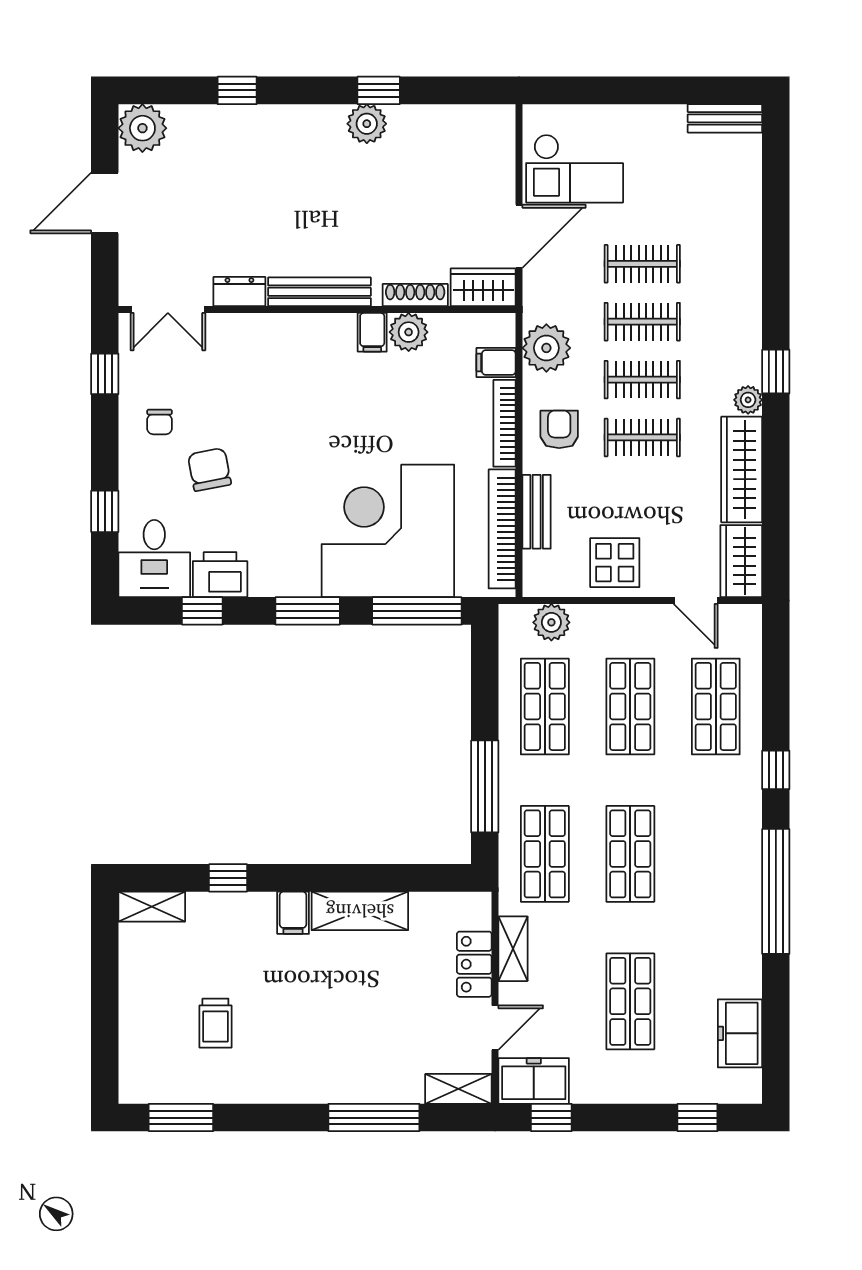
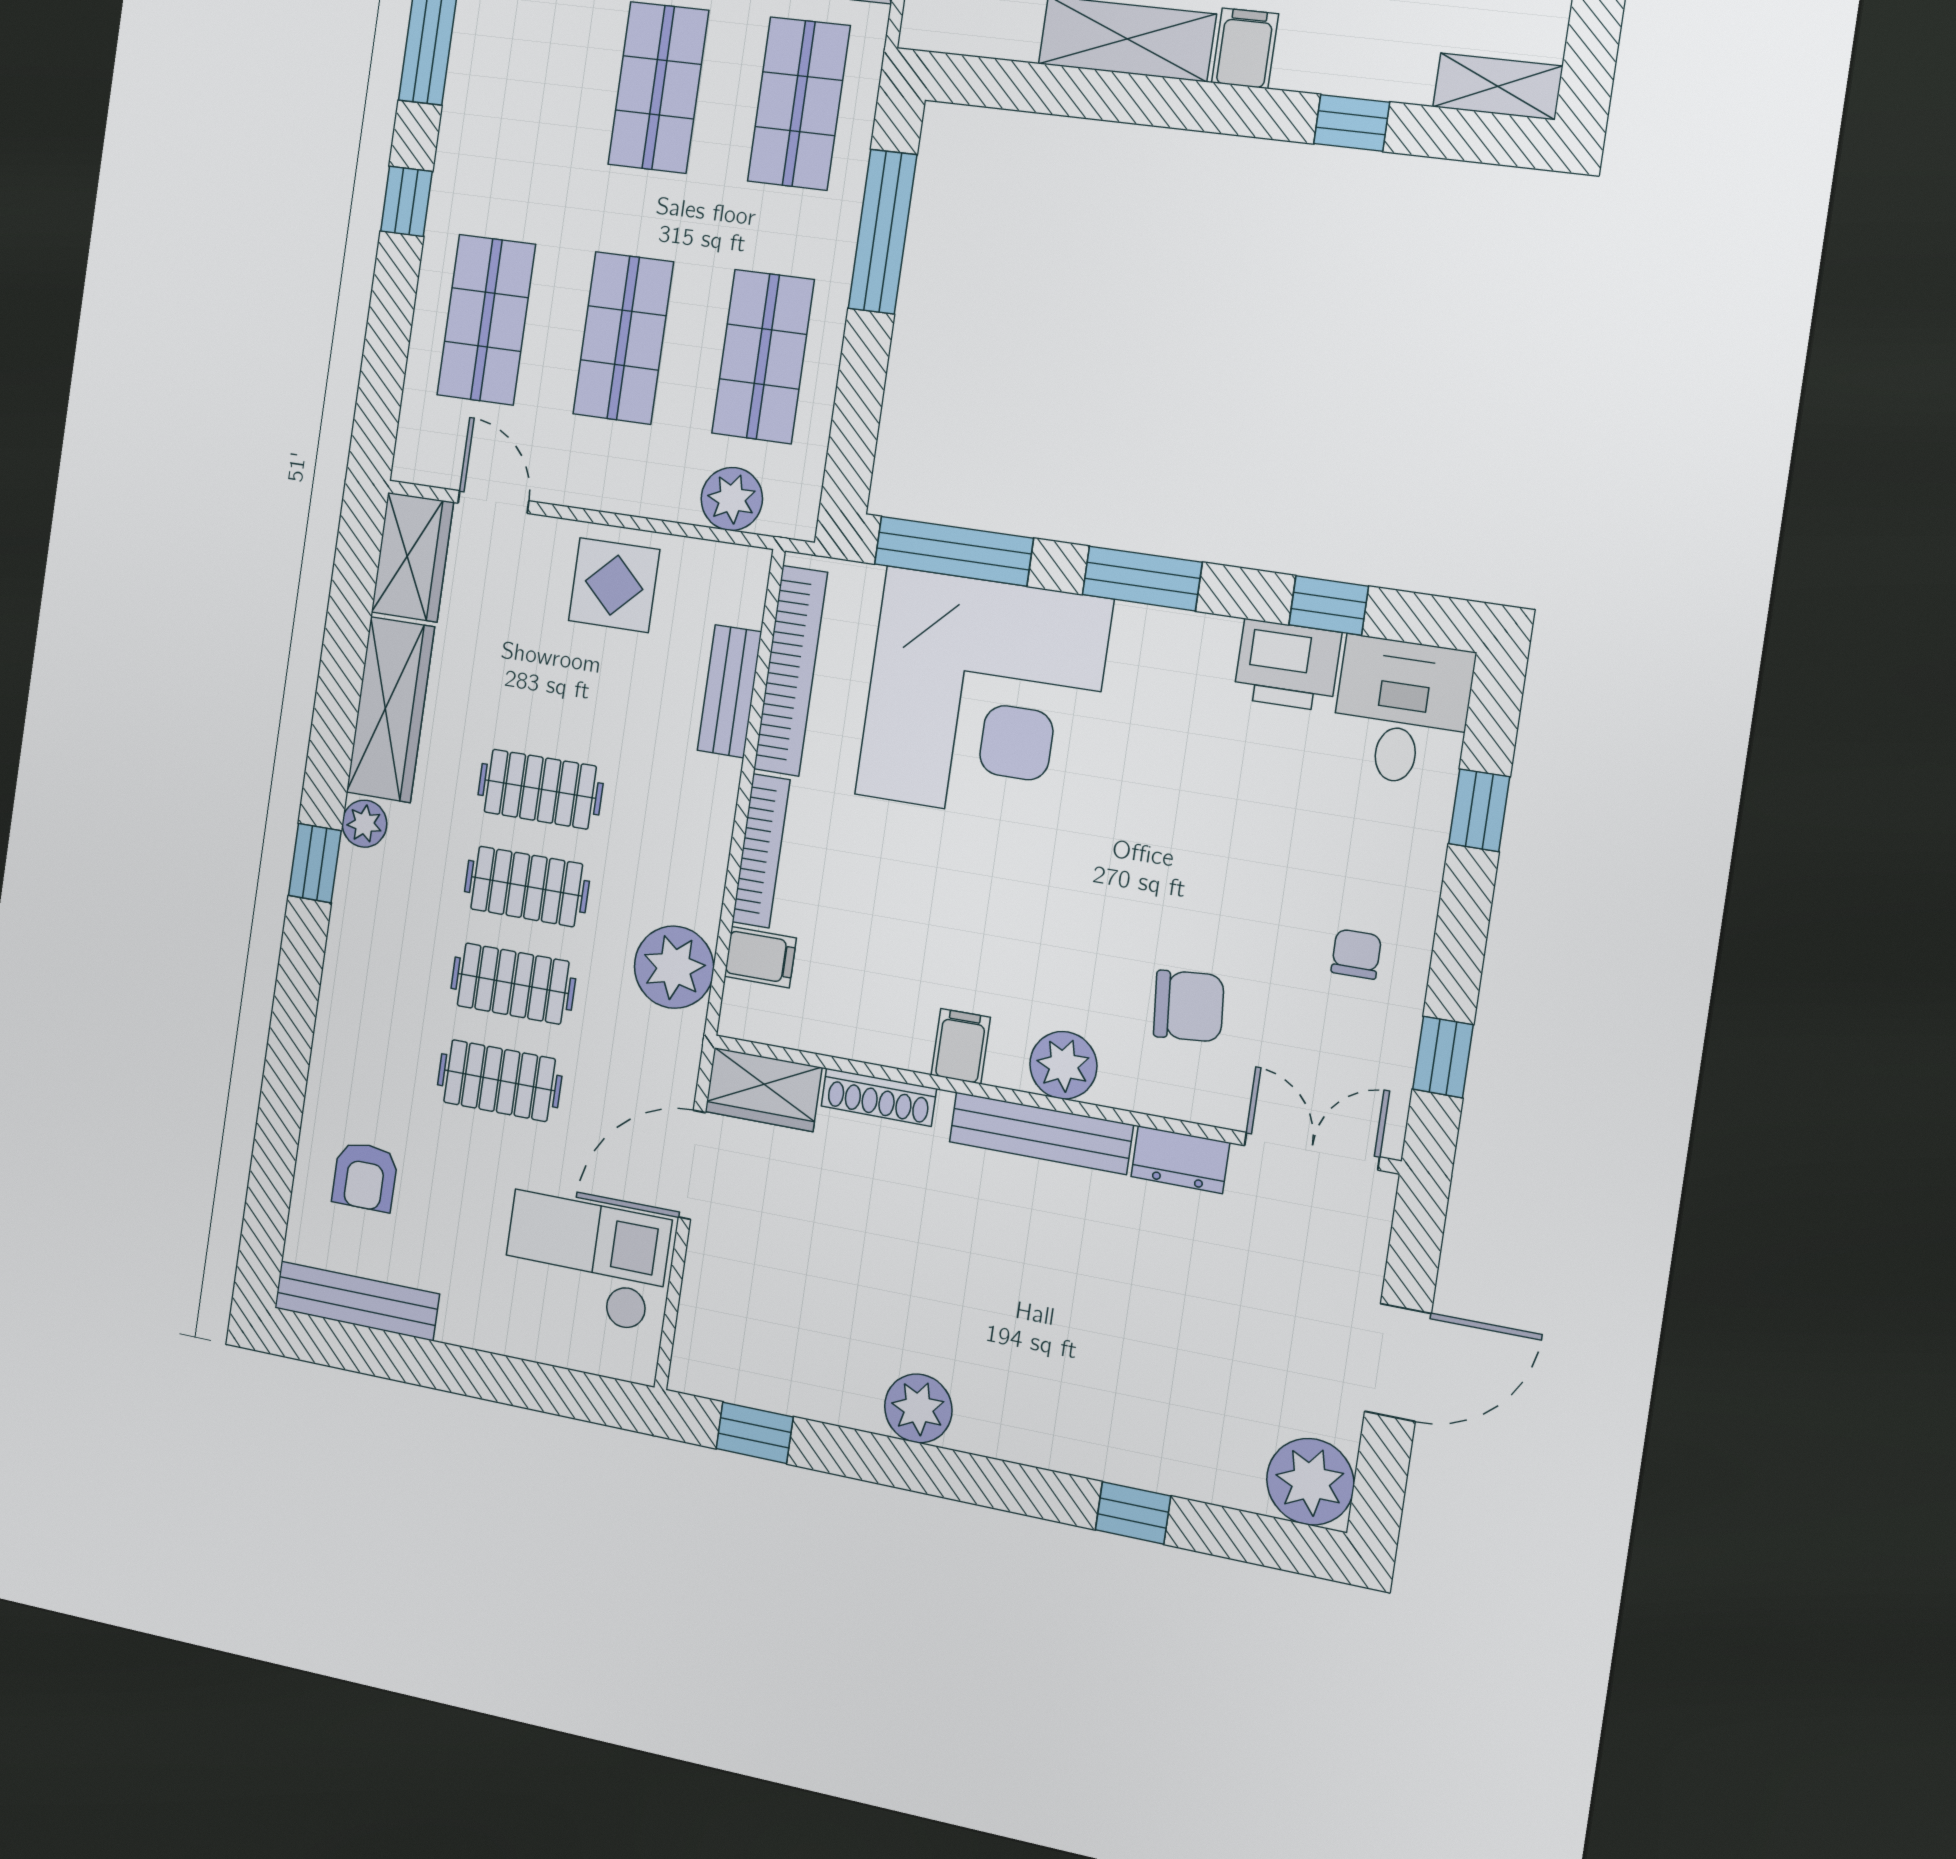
window: (379, 90) -> (755, 1433), moved
bench: (725, 118) -> (357, 1301), width x1.36
plant: (409, 332) -> (1063, 1065), moved
armchair: (559, 429) -> (365, 1176), moved
chair: (209, 469) -> (1189, 1006), moved, turned -84

